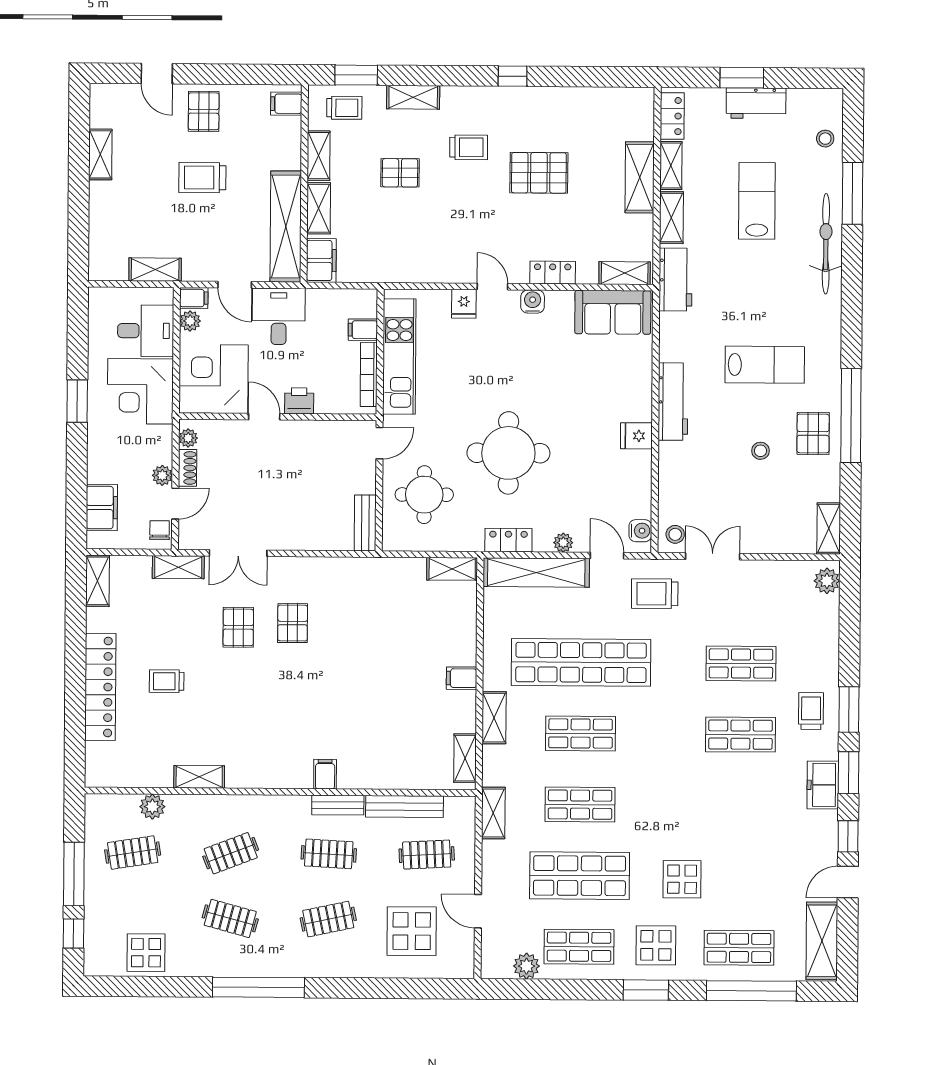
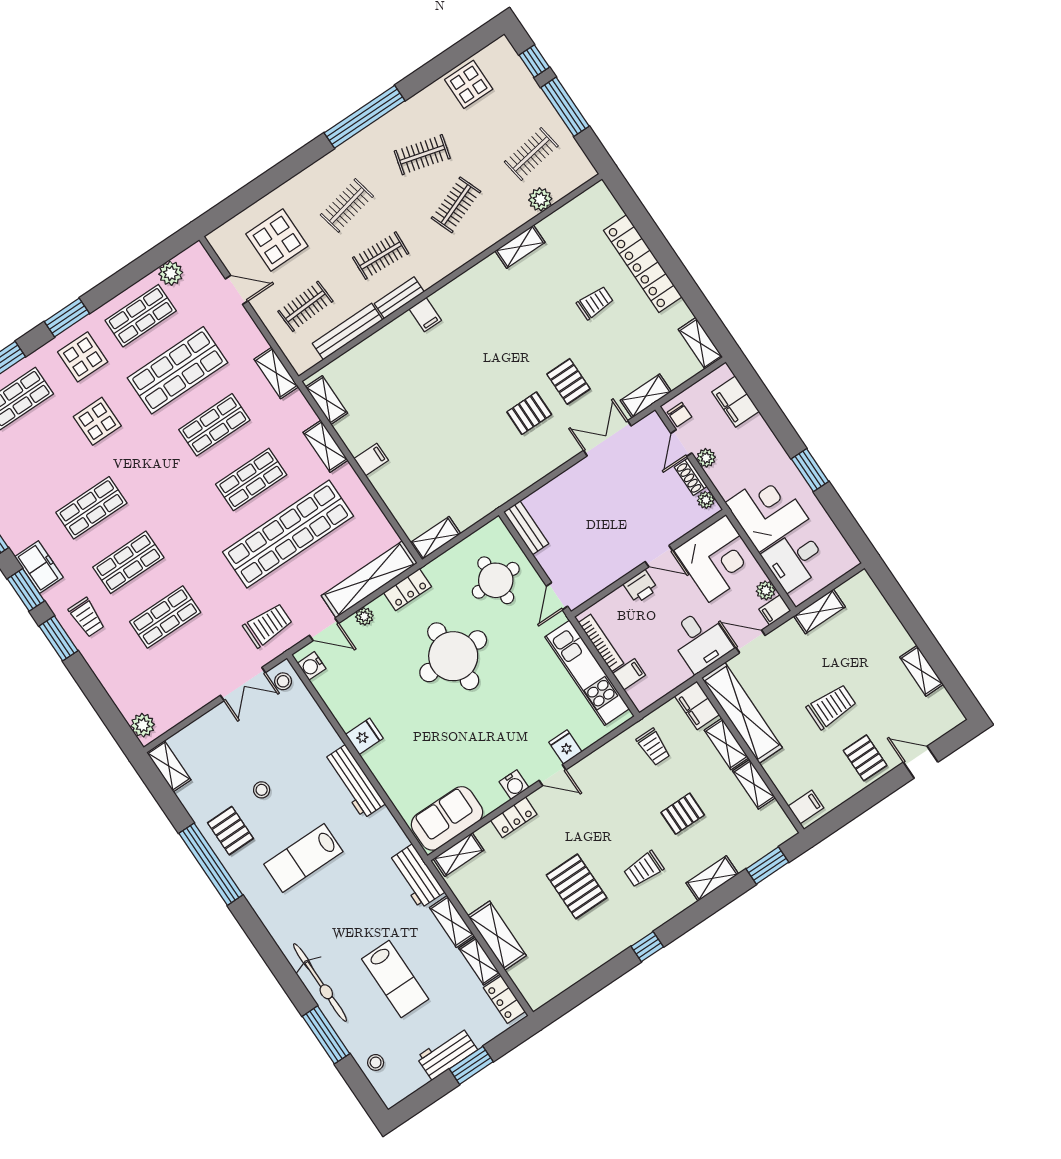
trolley: (344, 108) -> (653, 747), moved, turned -90
pallet: (539, 173) -> (577, 886), turned 90
pallet: (293, 623) -> (529, 413), turned 90
shop shelf: (740, 806) -> (91, 508), added

